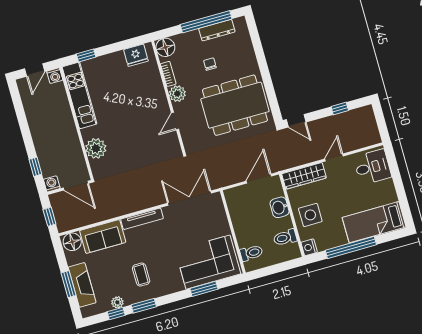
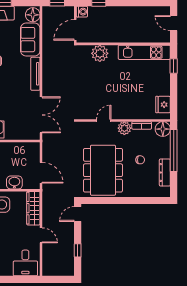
window: (206, 22) -> (174, 151), moved
washing machine: (55, 76) -> (165, 37), removed
door: (175, 121) -> (104, 120), hinge flipped

